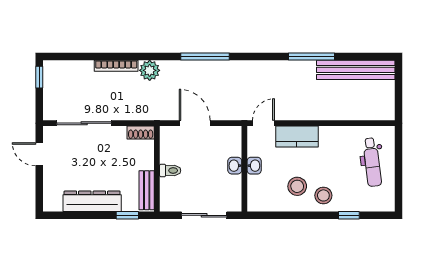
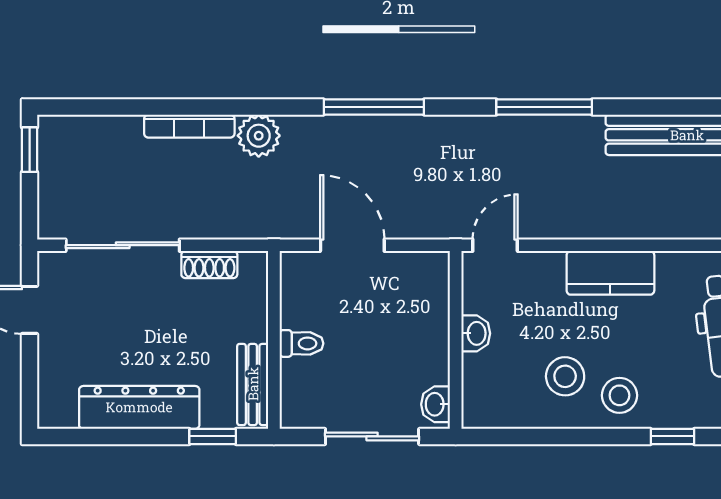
window: (312, 57) -> (544, 107), moved
shoe rack: (141, 132) -> (209, 265), moved
kitchen counter: (297, 136) -> (610, 273), moved
washbasin: (235, 166) -> (436, 404), moved

